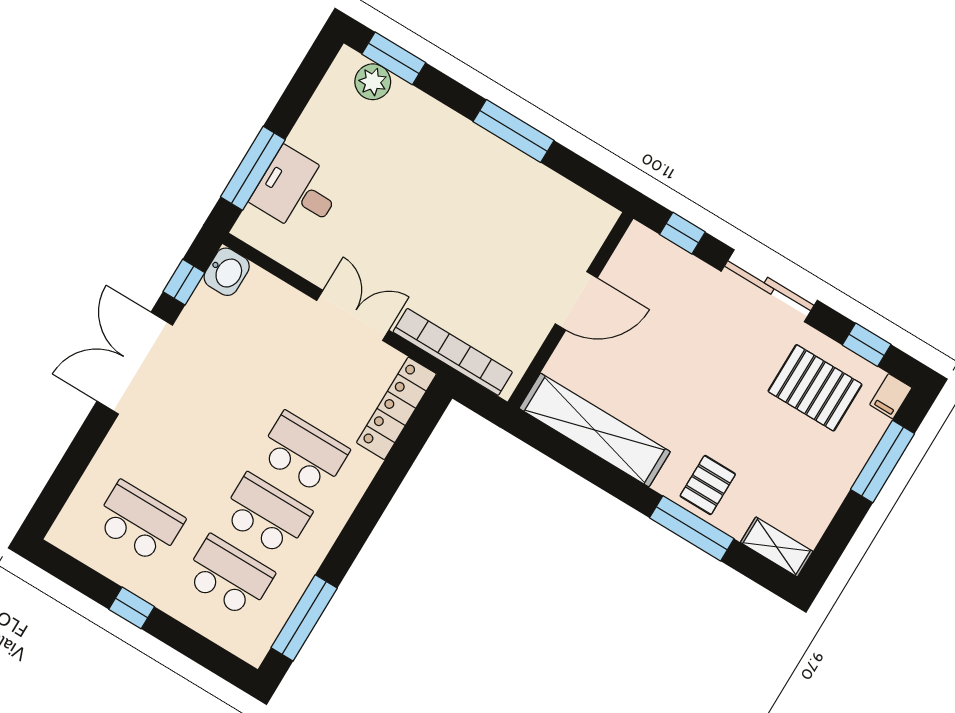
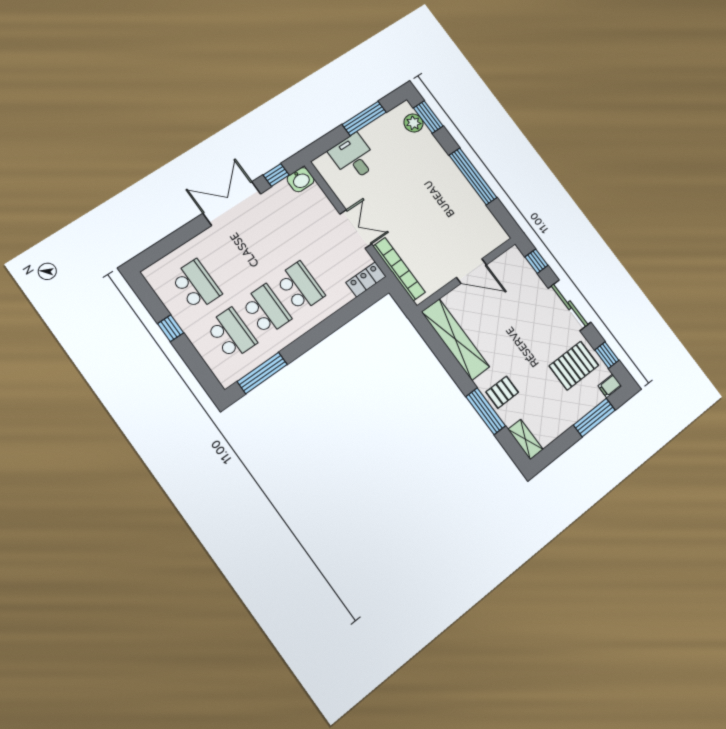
window: (514, 131) -> (473, 176), width x1.46
window: (253, 168) -> (364, 118), moved
pallet: (815, 388) -> (574, 366), turned 90
locker: (396, 408) -> (366, 279), width x0.66

